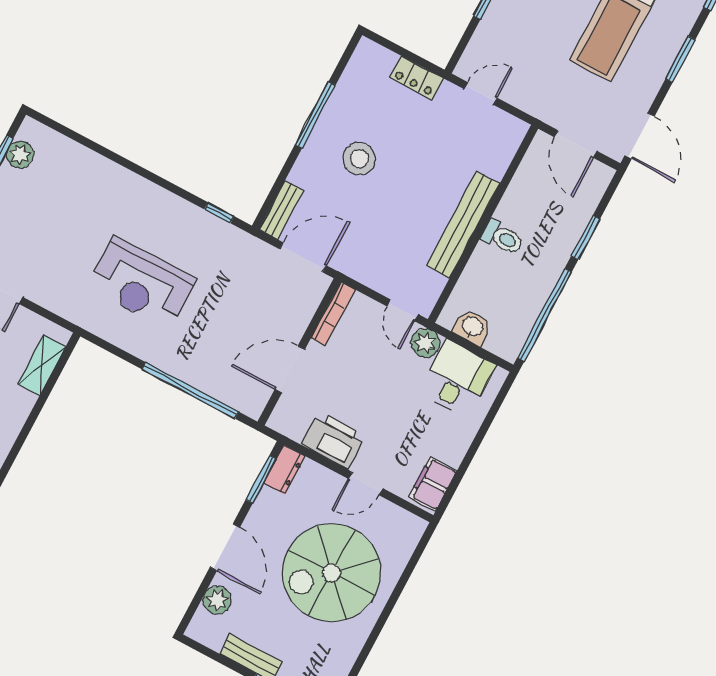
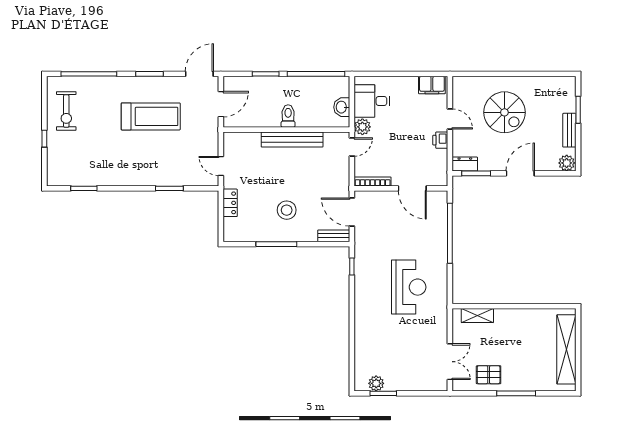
printer: (333, 440) -> (440, 140), width x0.53, depth x0.68
spiral stairs: (331, 573) -> (504, 112), width x0.73, depth x0.73
plant: (217, 600) -> (567, 163), moved

